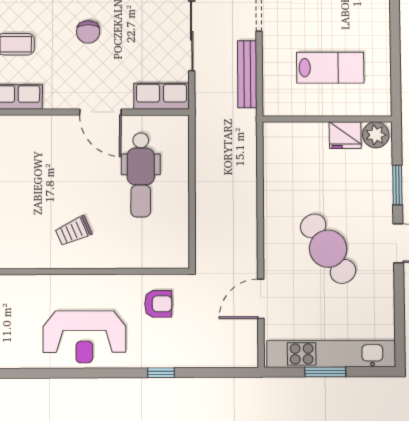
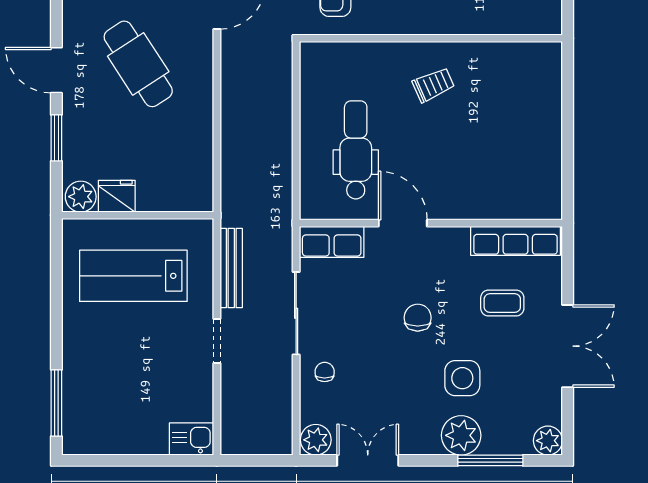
lab bench: (330, 68) -> (133, 276), width x1.36, depth x1.39

